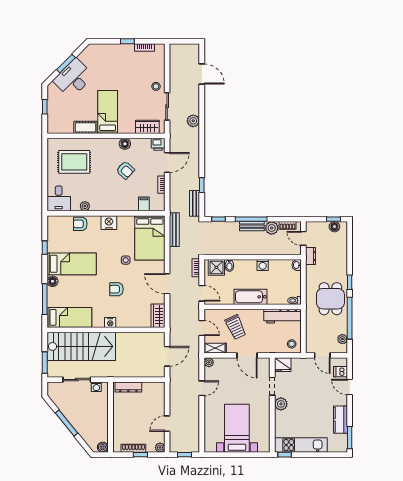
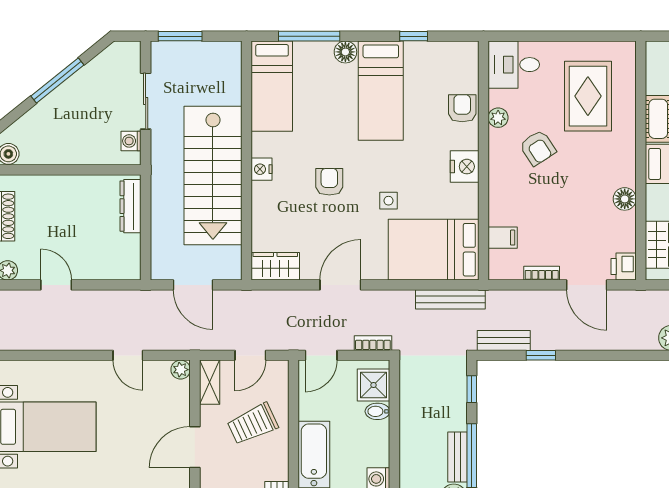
armchair: (125, 170) -> (538, 148), moved, turned -76
stairs: (81, 346) -> (213, 176), moved

